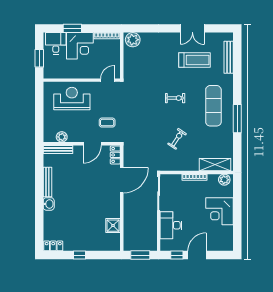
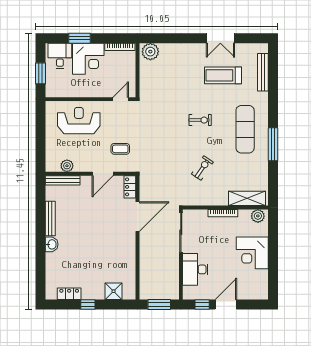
treadmill: (195, 60) -> (223, 75), turned 180
shower: (113, 226) -> (114, 291), moved
locker: (53, 246) -> (69, 294), moved

